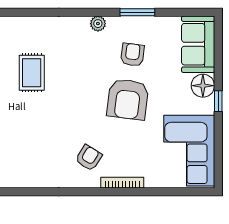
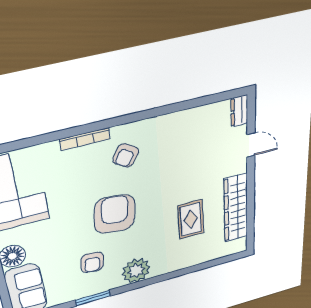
plant: (98, 24) -> (136, 271), width x1.88, depth x1.88
armchair: (128, 99) -> (115, 214), moved

